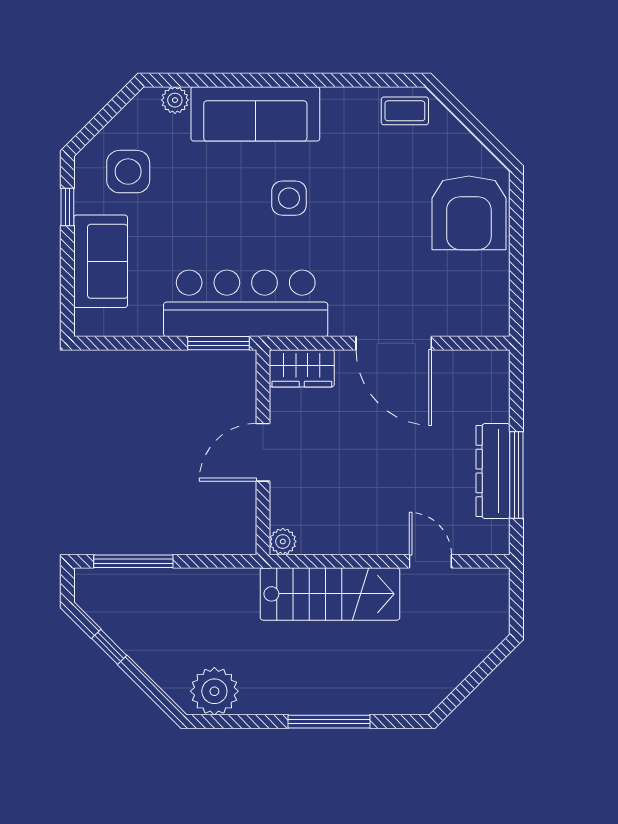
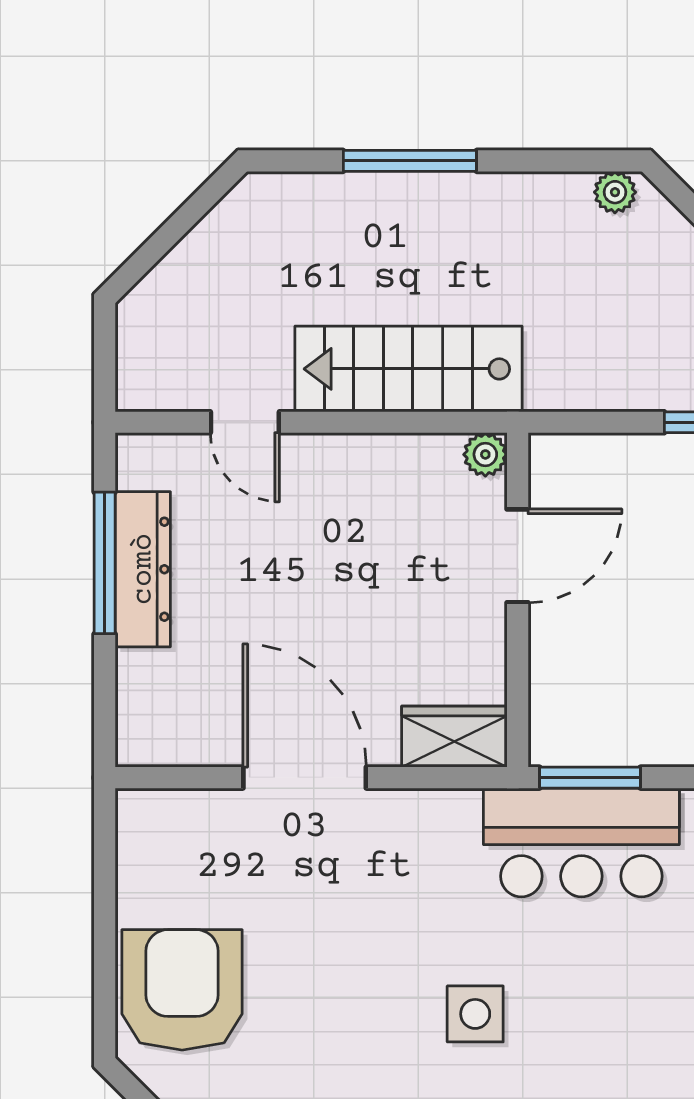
bar counter: (246, 303) -> (581, 842), width x0.73
door: (263, 452) -> (518, 556), moved
plant: (214, 691) -> (615, 192), width x0.53, depth x0.53

